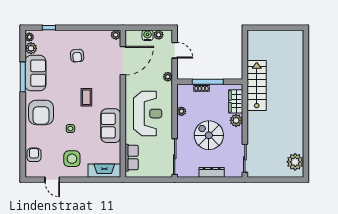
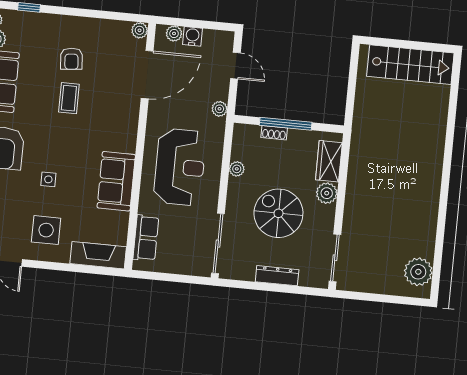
plant: (159, 35) -> (174, 33), moved
stairs: (257, 85) -> (410, 65), moved, turned 90
coffee table: (86, 97) -> (69, 98), moved

